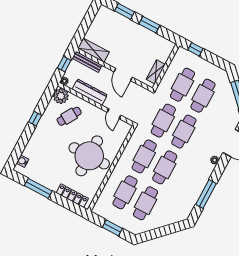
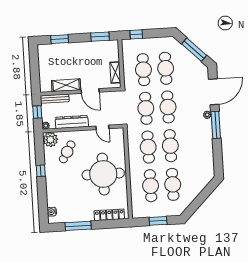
window: (149, 25) -> (100, 37), moved
shelving: (93, 50) -> (66, 85), moved
window: (206, 194) -> (216, 125), moved

